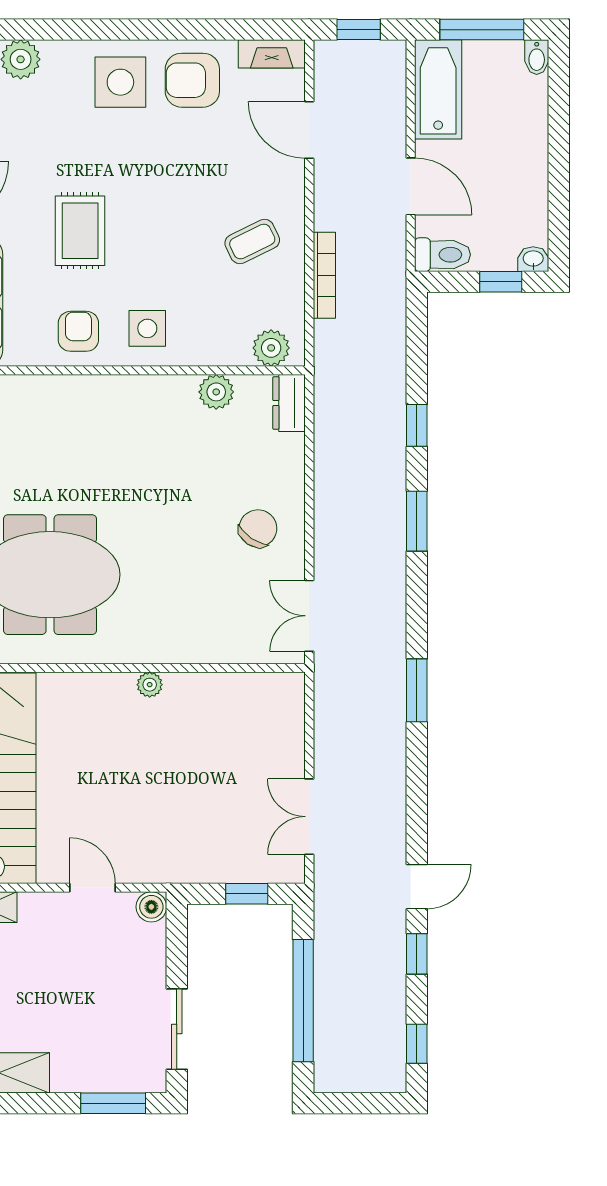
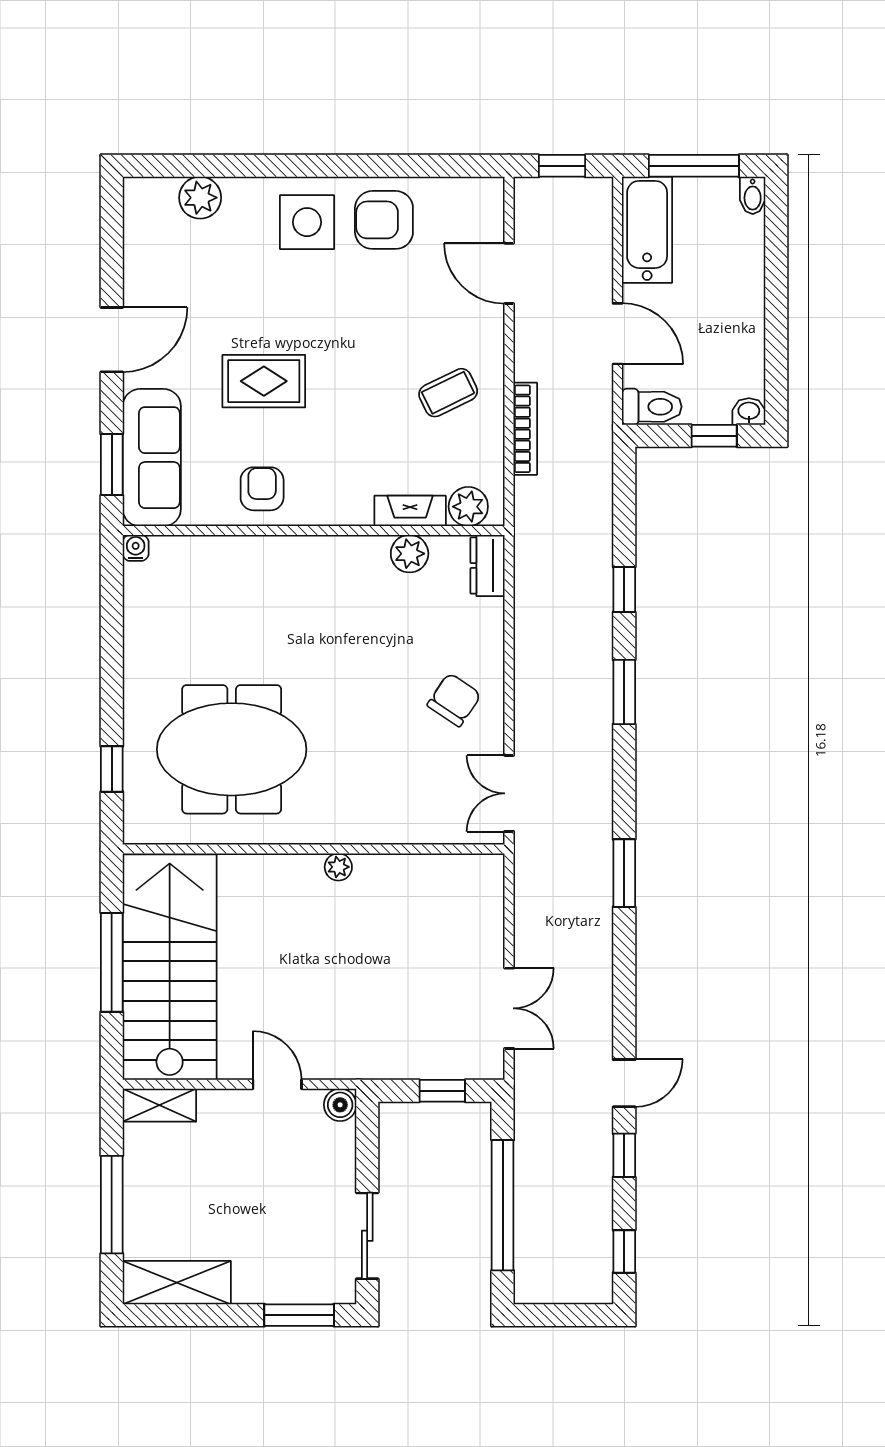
fireplace: (272, 54) -> (410, 511), moved, turned 180
rug: (80, 231) -> (264, 381), turned 90
side table: (147, 328) -> (336, 486), removed
double door: (309, 817) -> (509, 1008), swing flipped

